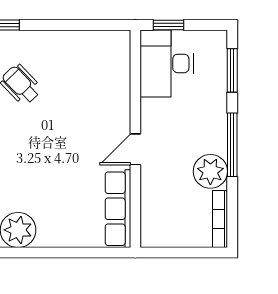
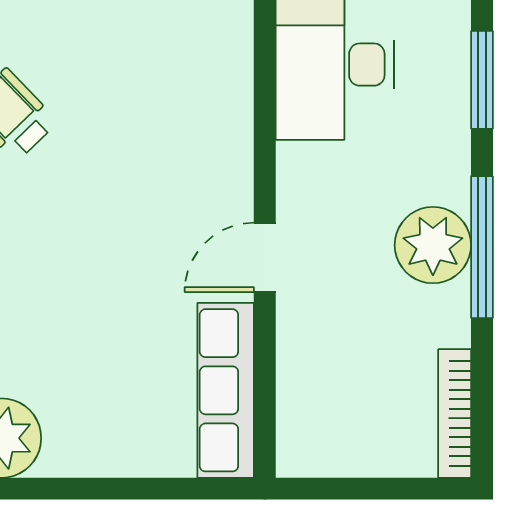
plant: (210, 171) -> (433, 245), moved

